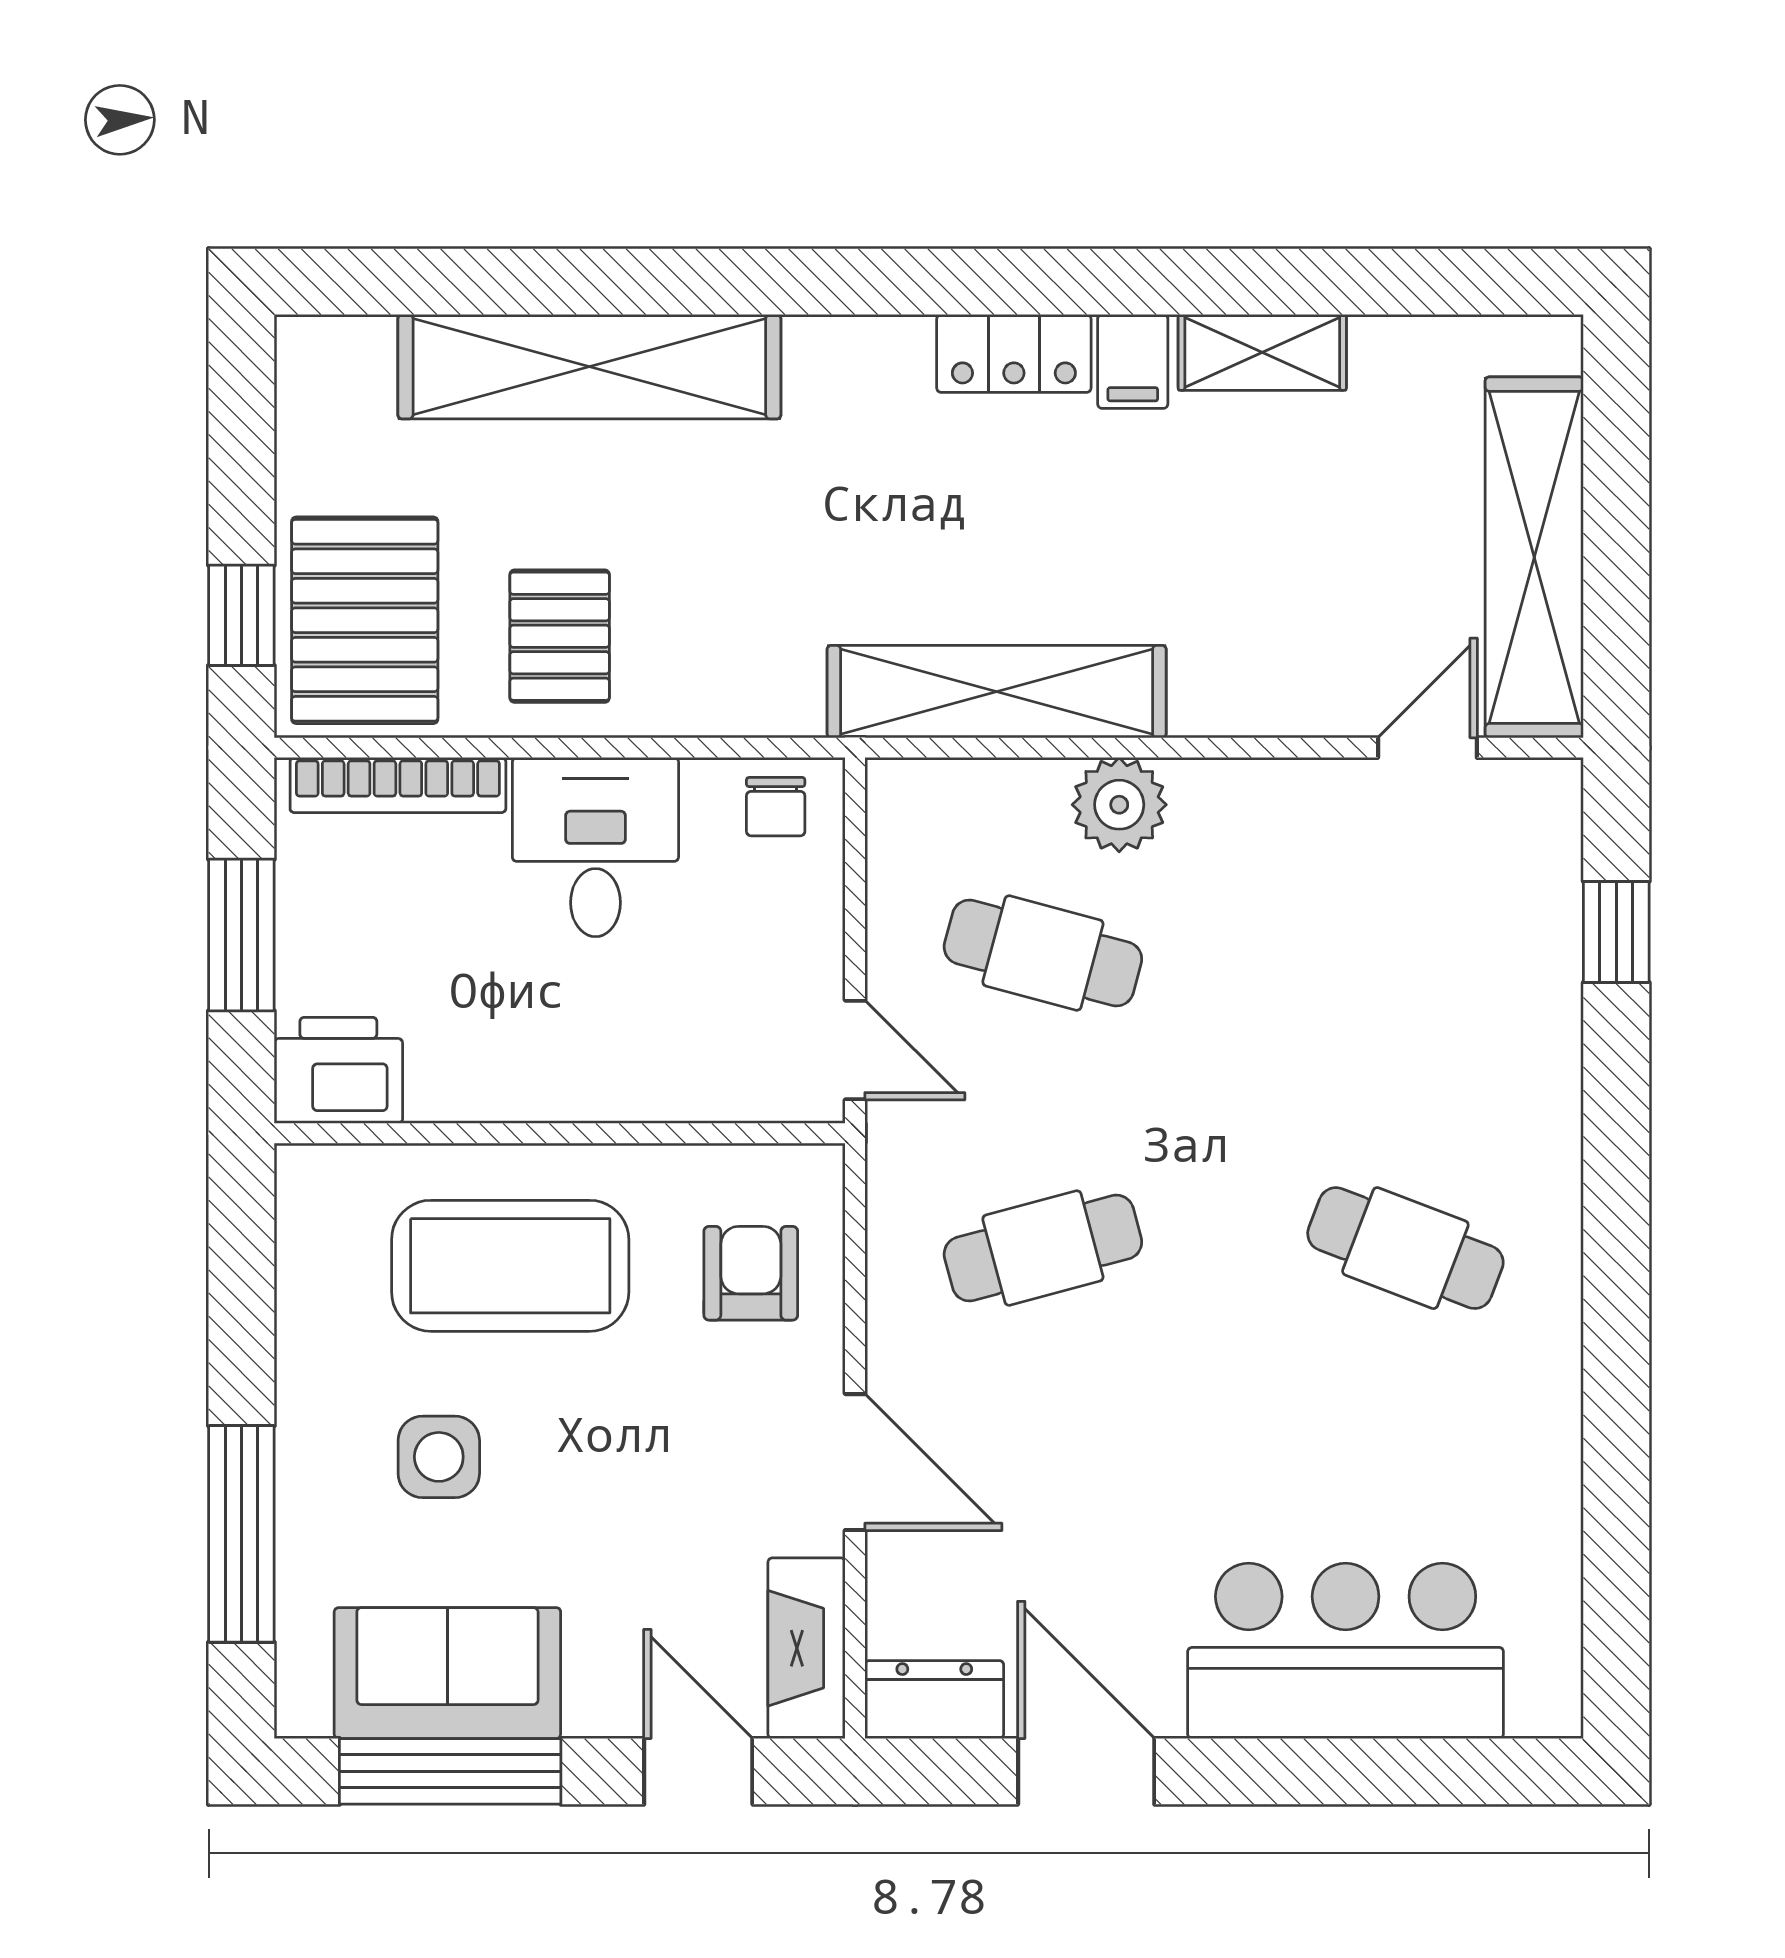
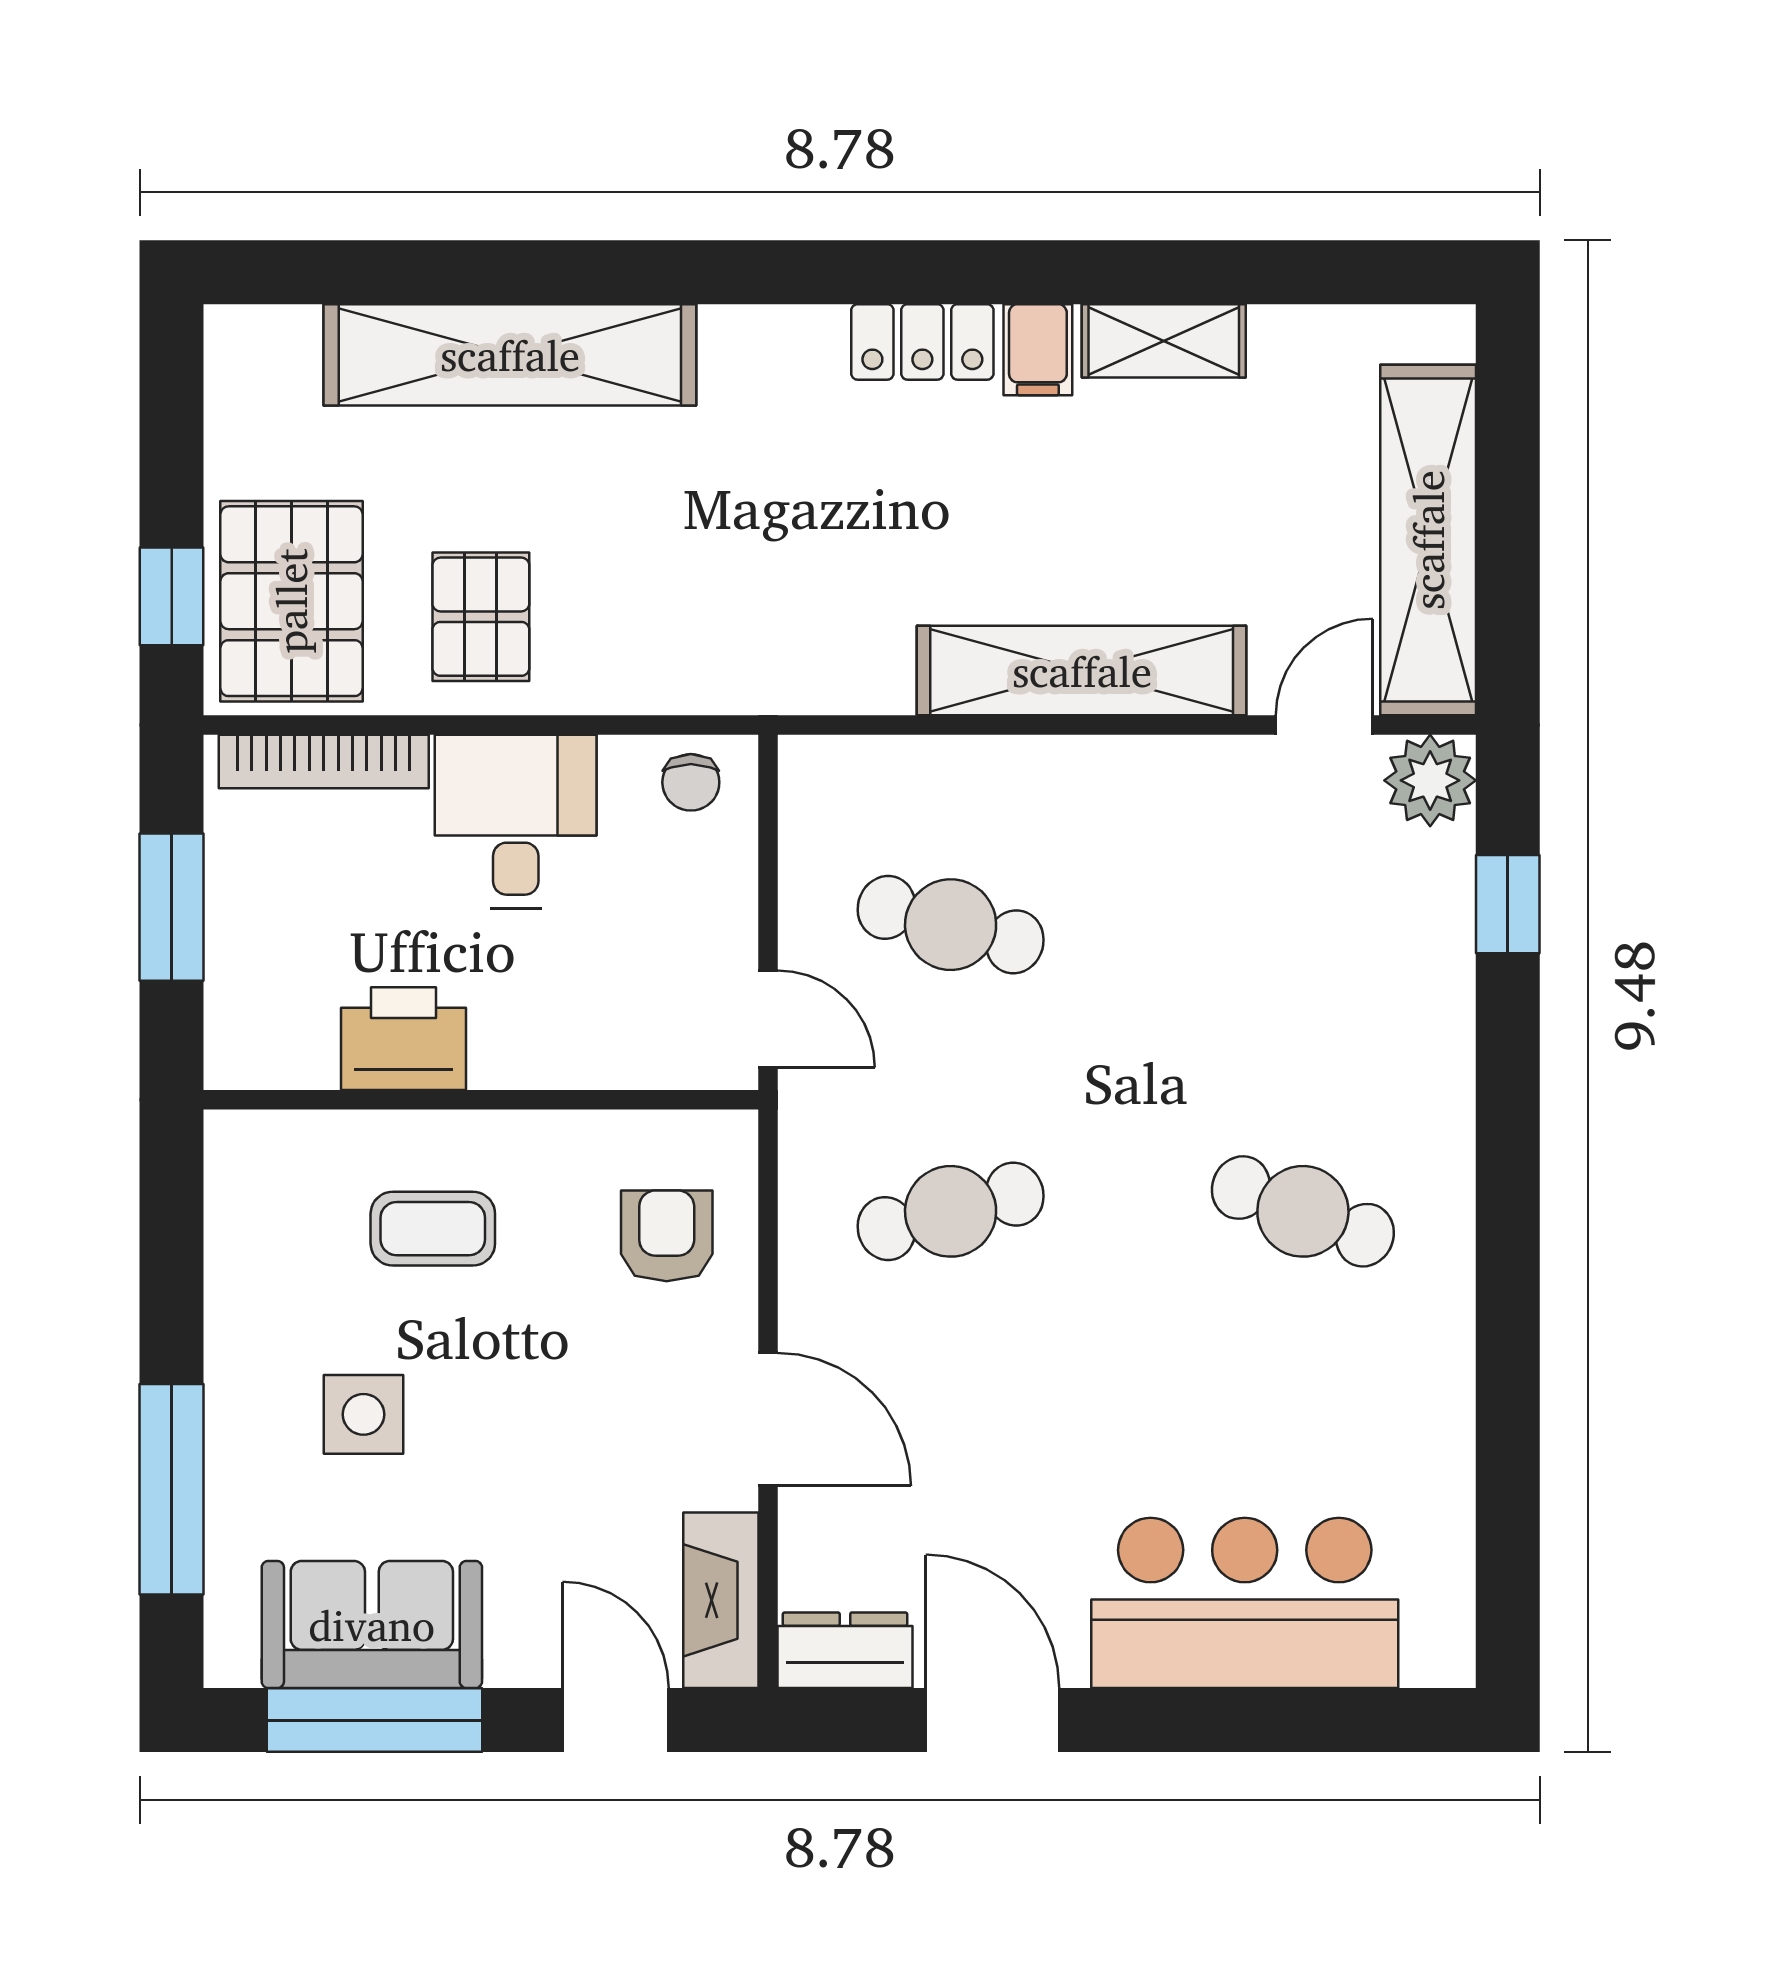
shelving: (997, 692) -> (1082, 671), moved
plant: (1119, 805) -> (1430, 780), moved
printer: (338, 1070) -> (403, 1039), moved
coffee table: (510, 1266) -> (433, 1229), width x0.54, depth x0.58

